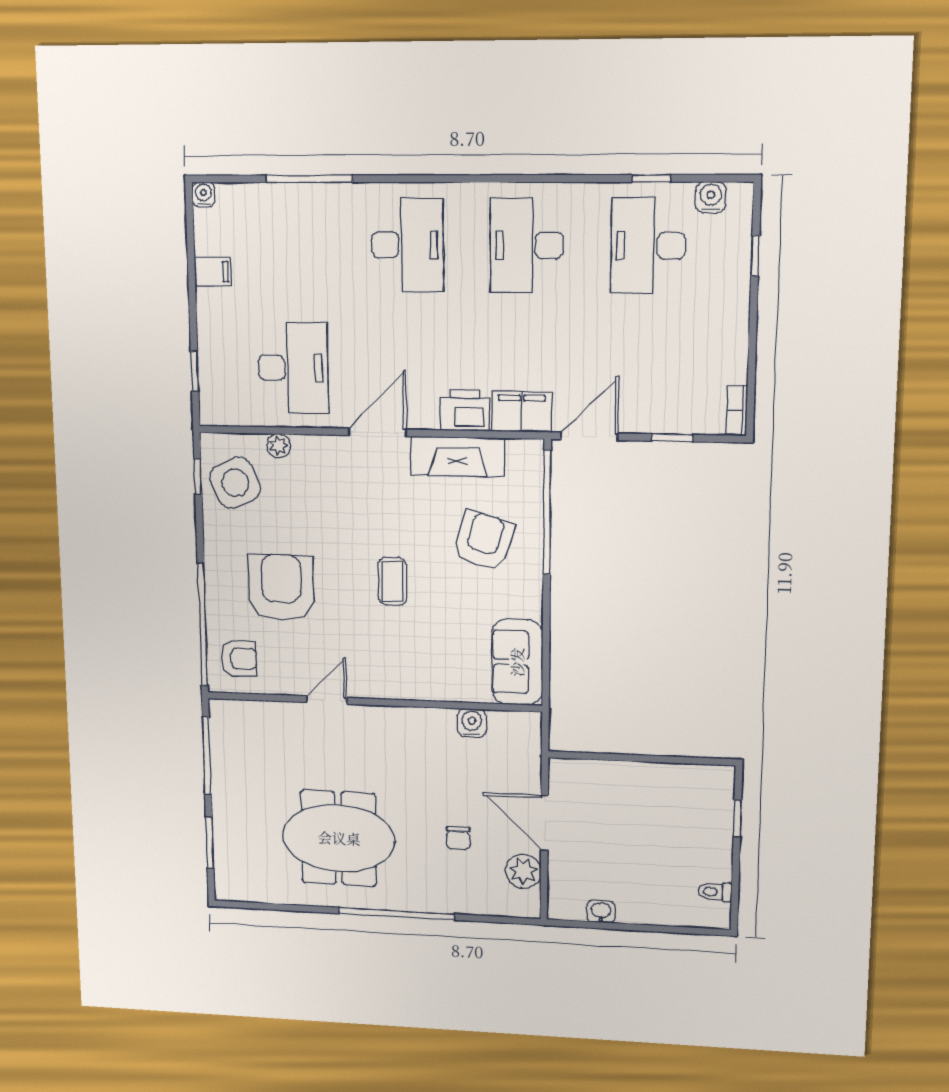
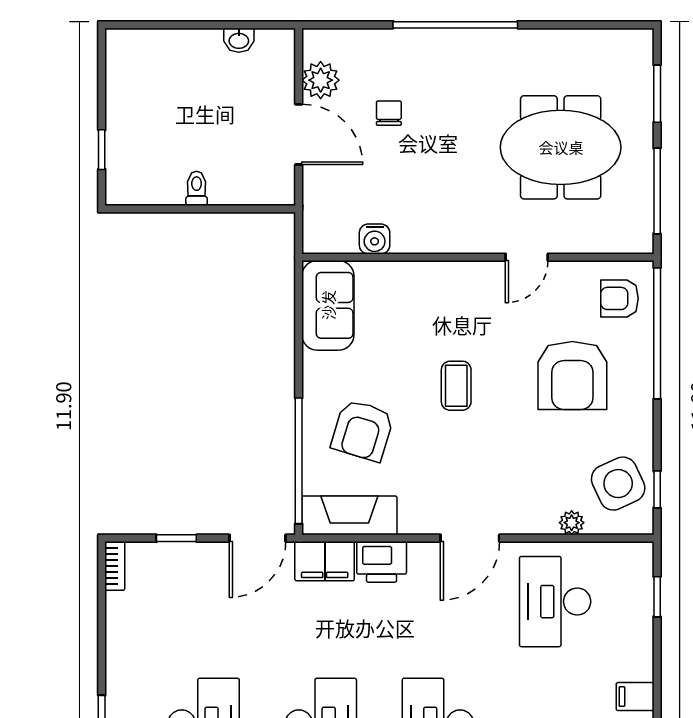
fireplace: (458, 457) -> (349, 515), moved
meeting table: (339, 838) -> (561, 147), moved
toilet: (715, 892) -> (197, 188), moved, turned -90

